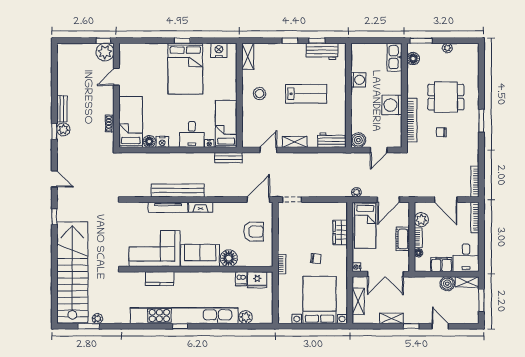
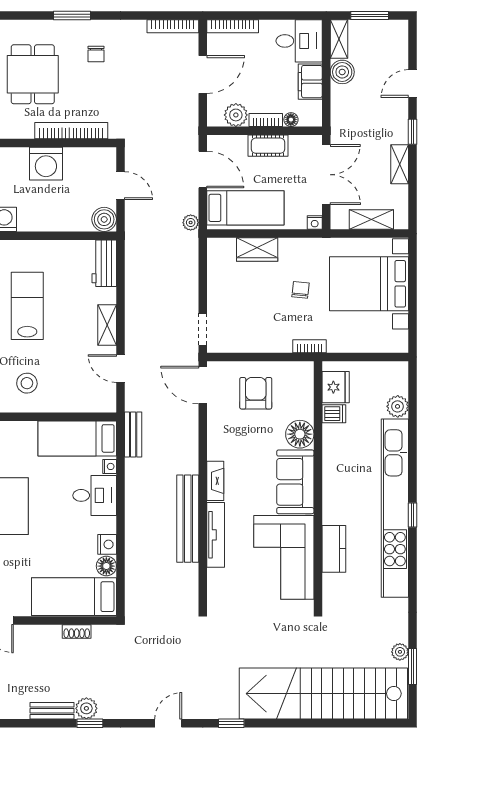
chair: (441, 132) -> (96, 54), moved

